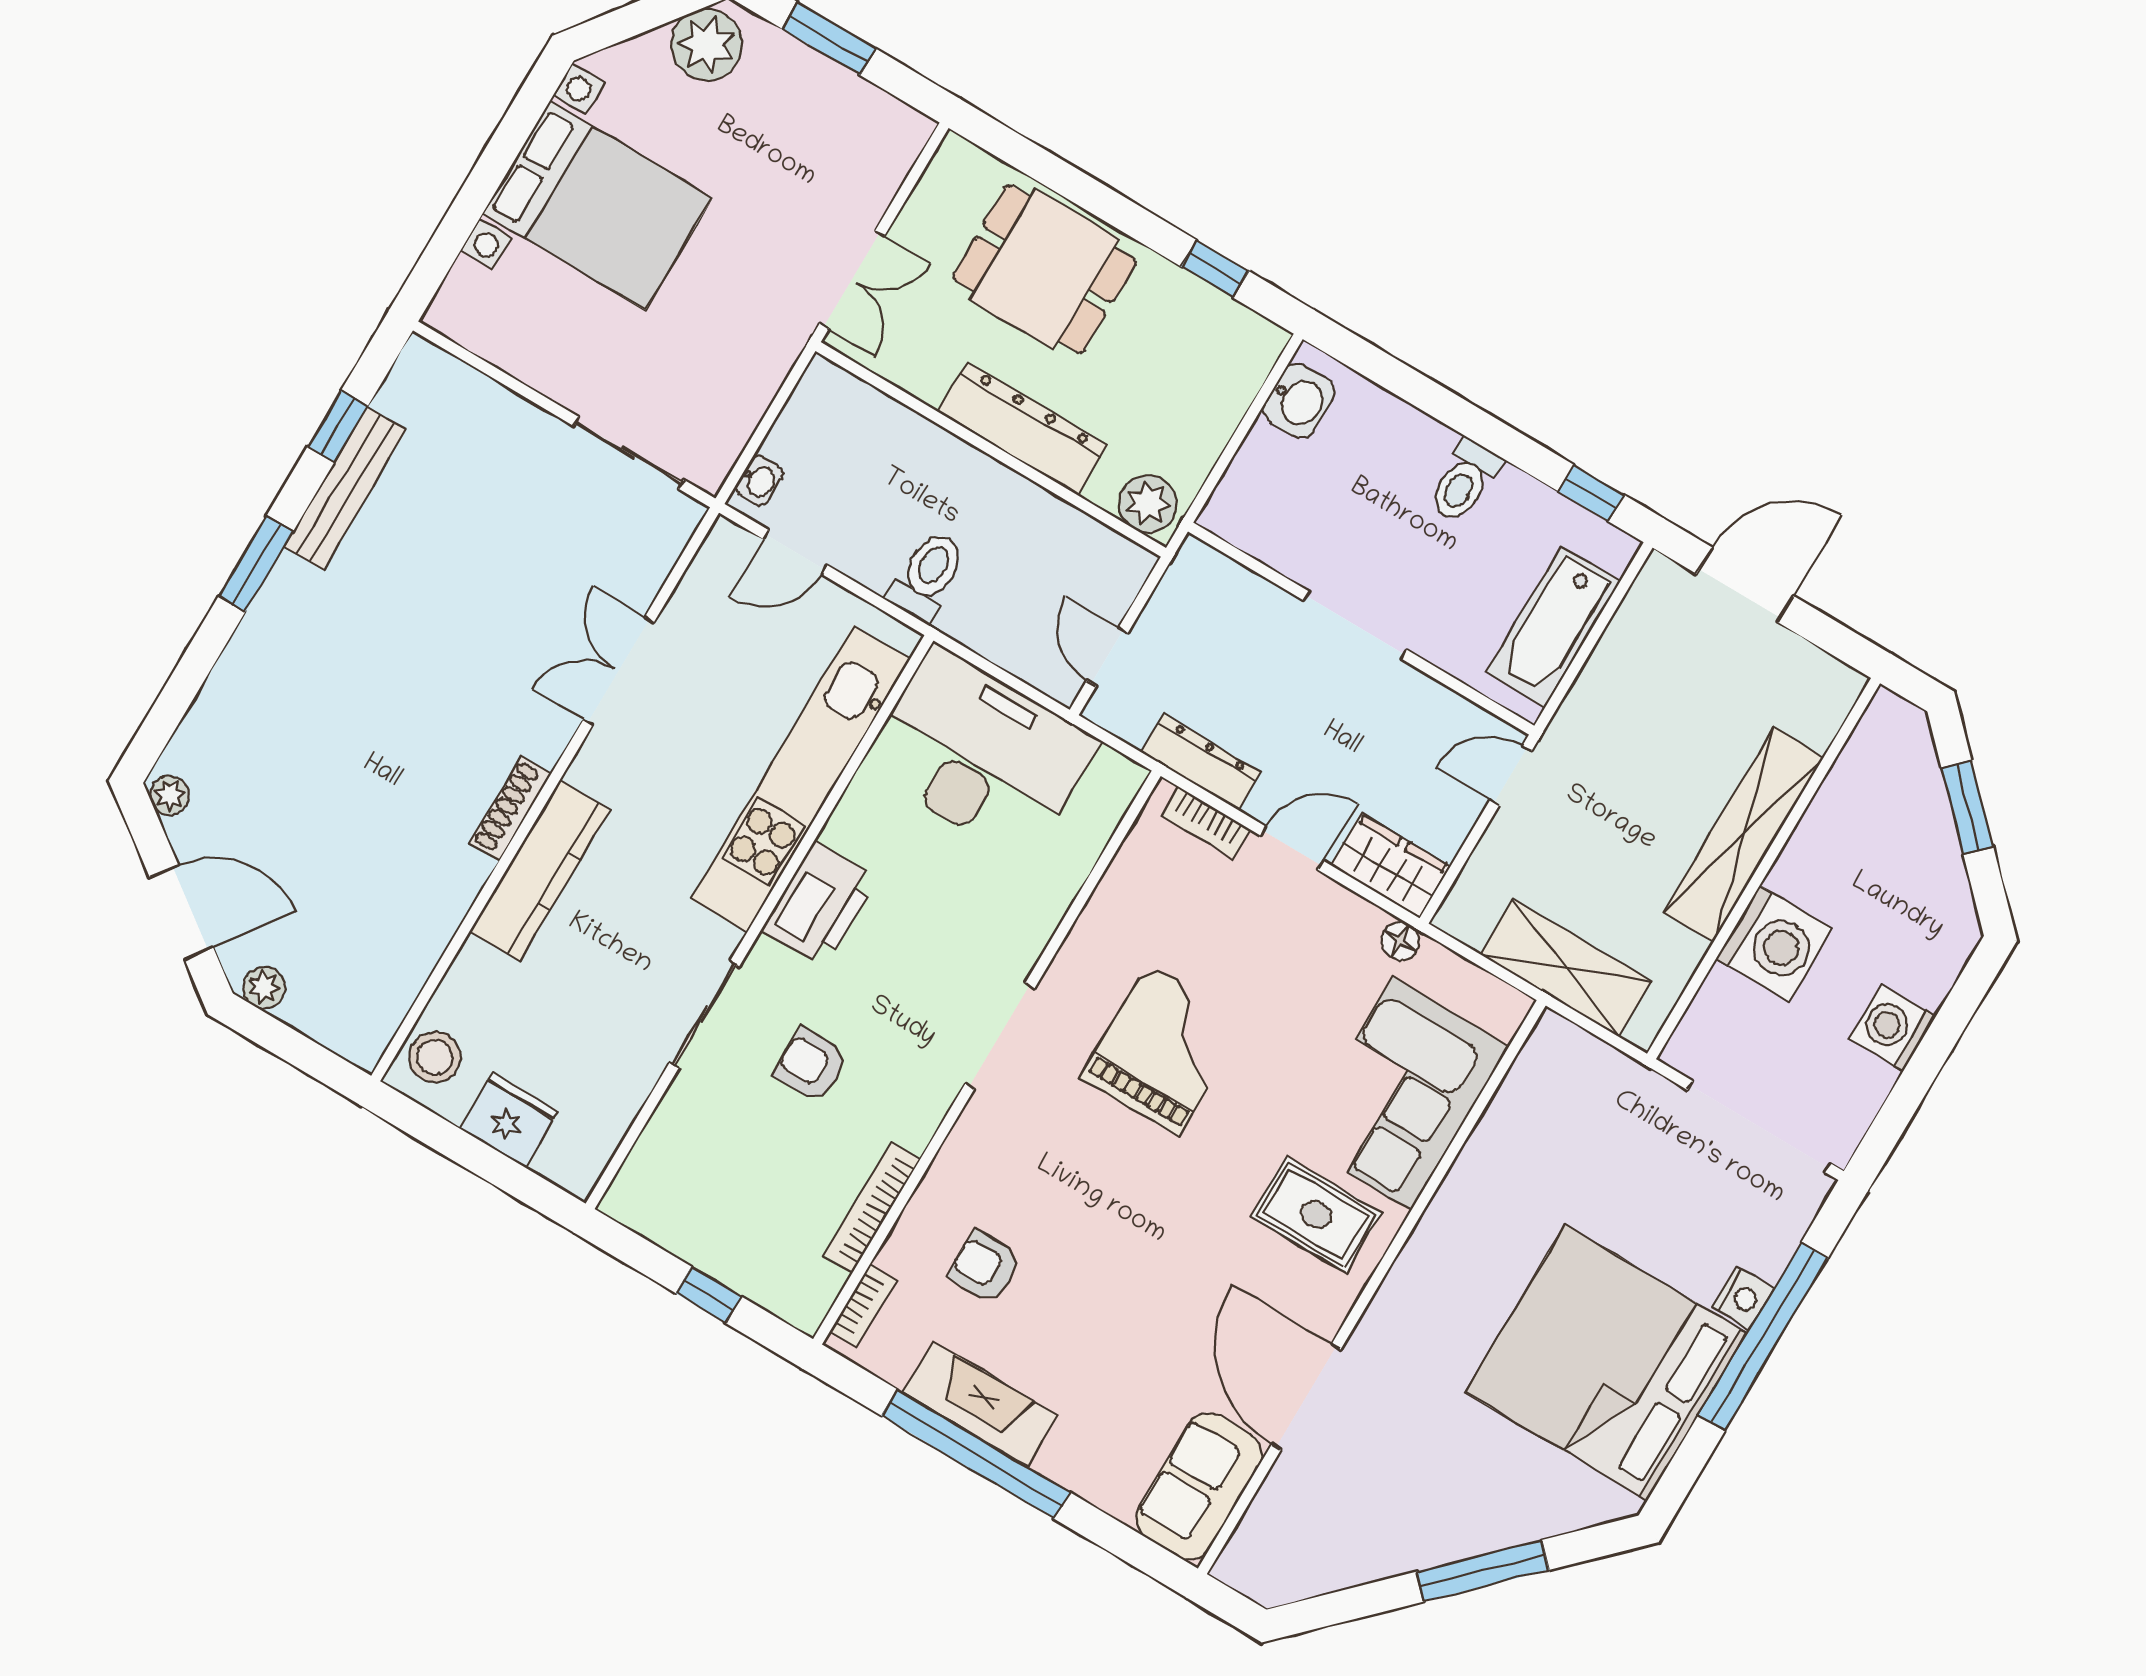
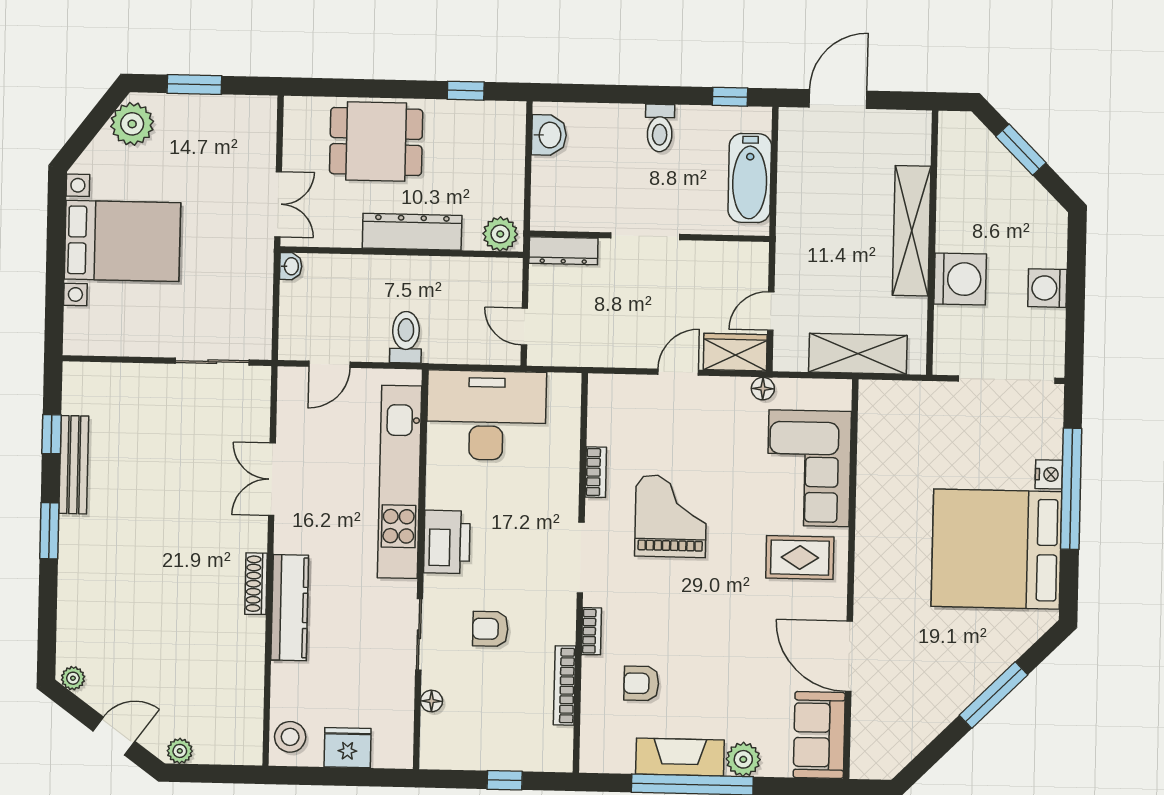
washbasin: (759, 481) -> (291, 266), moved
dresser: (1201, 762) -> (563, 251), moved, turned 180
door: (1511, 776) -> (771, 311), moved
bookcase: (1206, 822) -> (596, 472), moved, turned -90
door: (181, 912) -> (114, 736), width x0.73
floor lamp: (668, 1121) -> (432, 701), added
bookcase: (863, 1306) -> (592, 631), moved
plant: (1070, 1459) -> (743, 759), added

